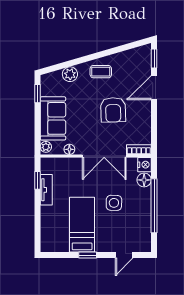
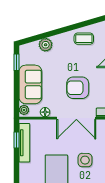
coffee table: (101, 72) -> (84, 39), moved
armchair: (113, 110) -> (78, 88), moved, turned 92
tv unit: (46, 190) -> (24, 143), width x1.41

